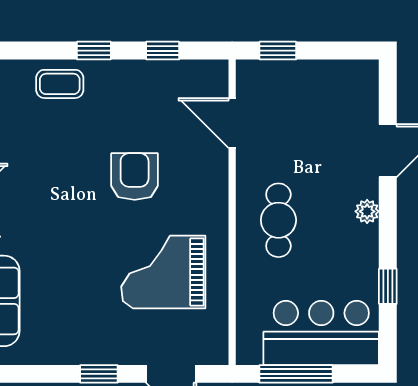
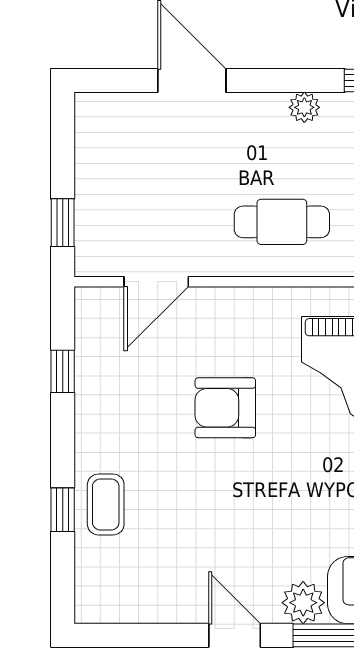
window: (94, 51) -> (63, 510), moved
plant: (367, 211) -> (304, 107), moved

